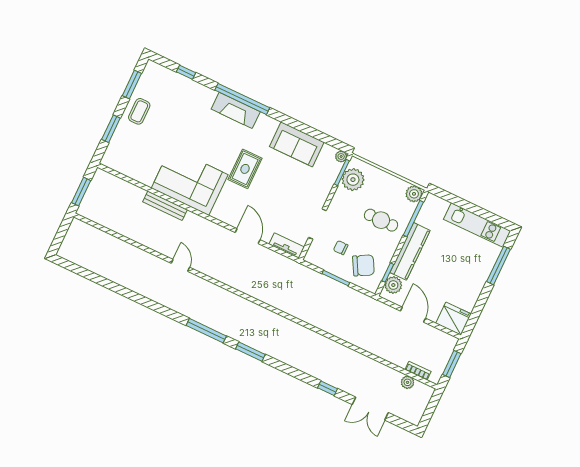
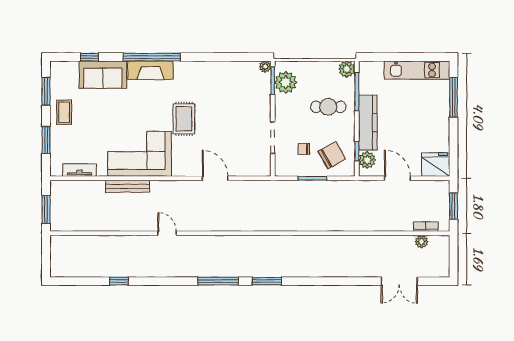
sofa: (297, 144) -> (103, 75), moved
tv unit: (287, 246) -> (80, 170), moved
window: (327, 388) -> (119, 281), moved

